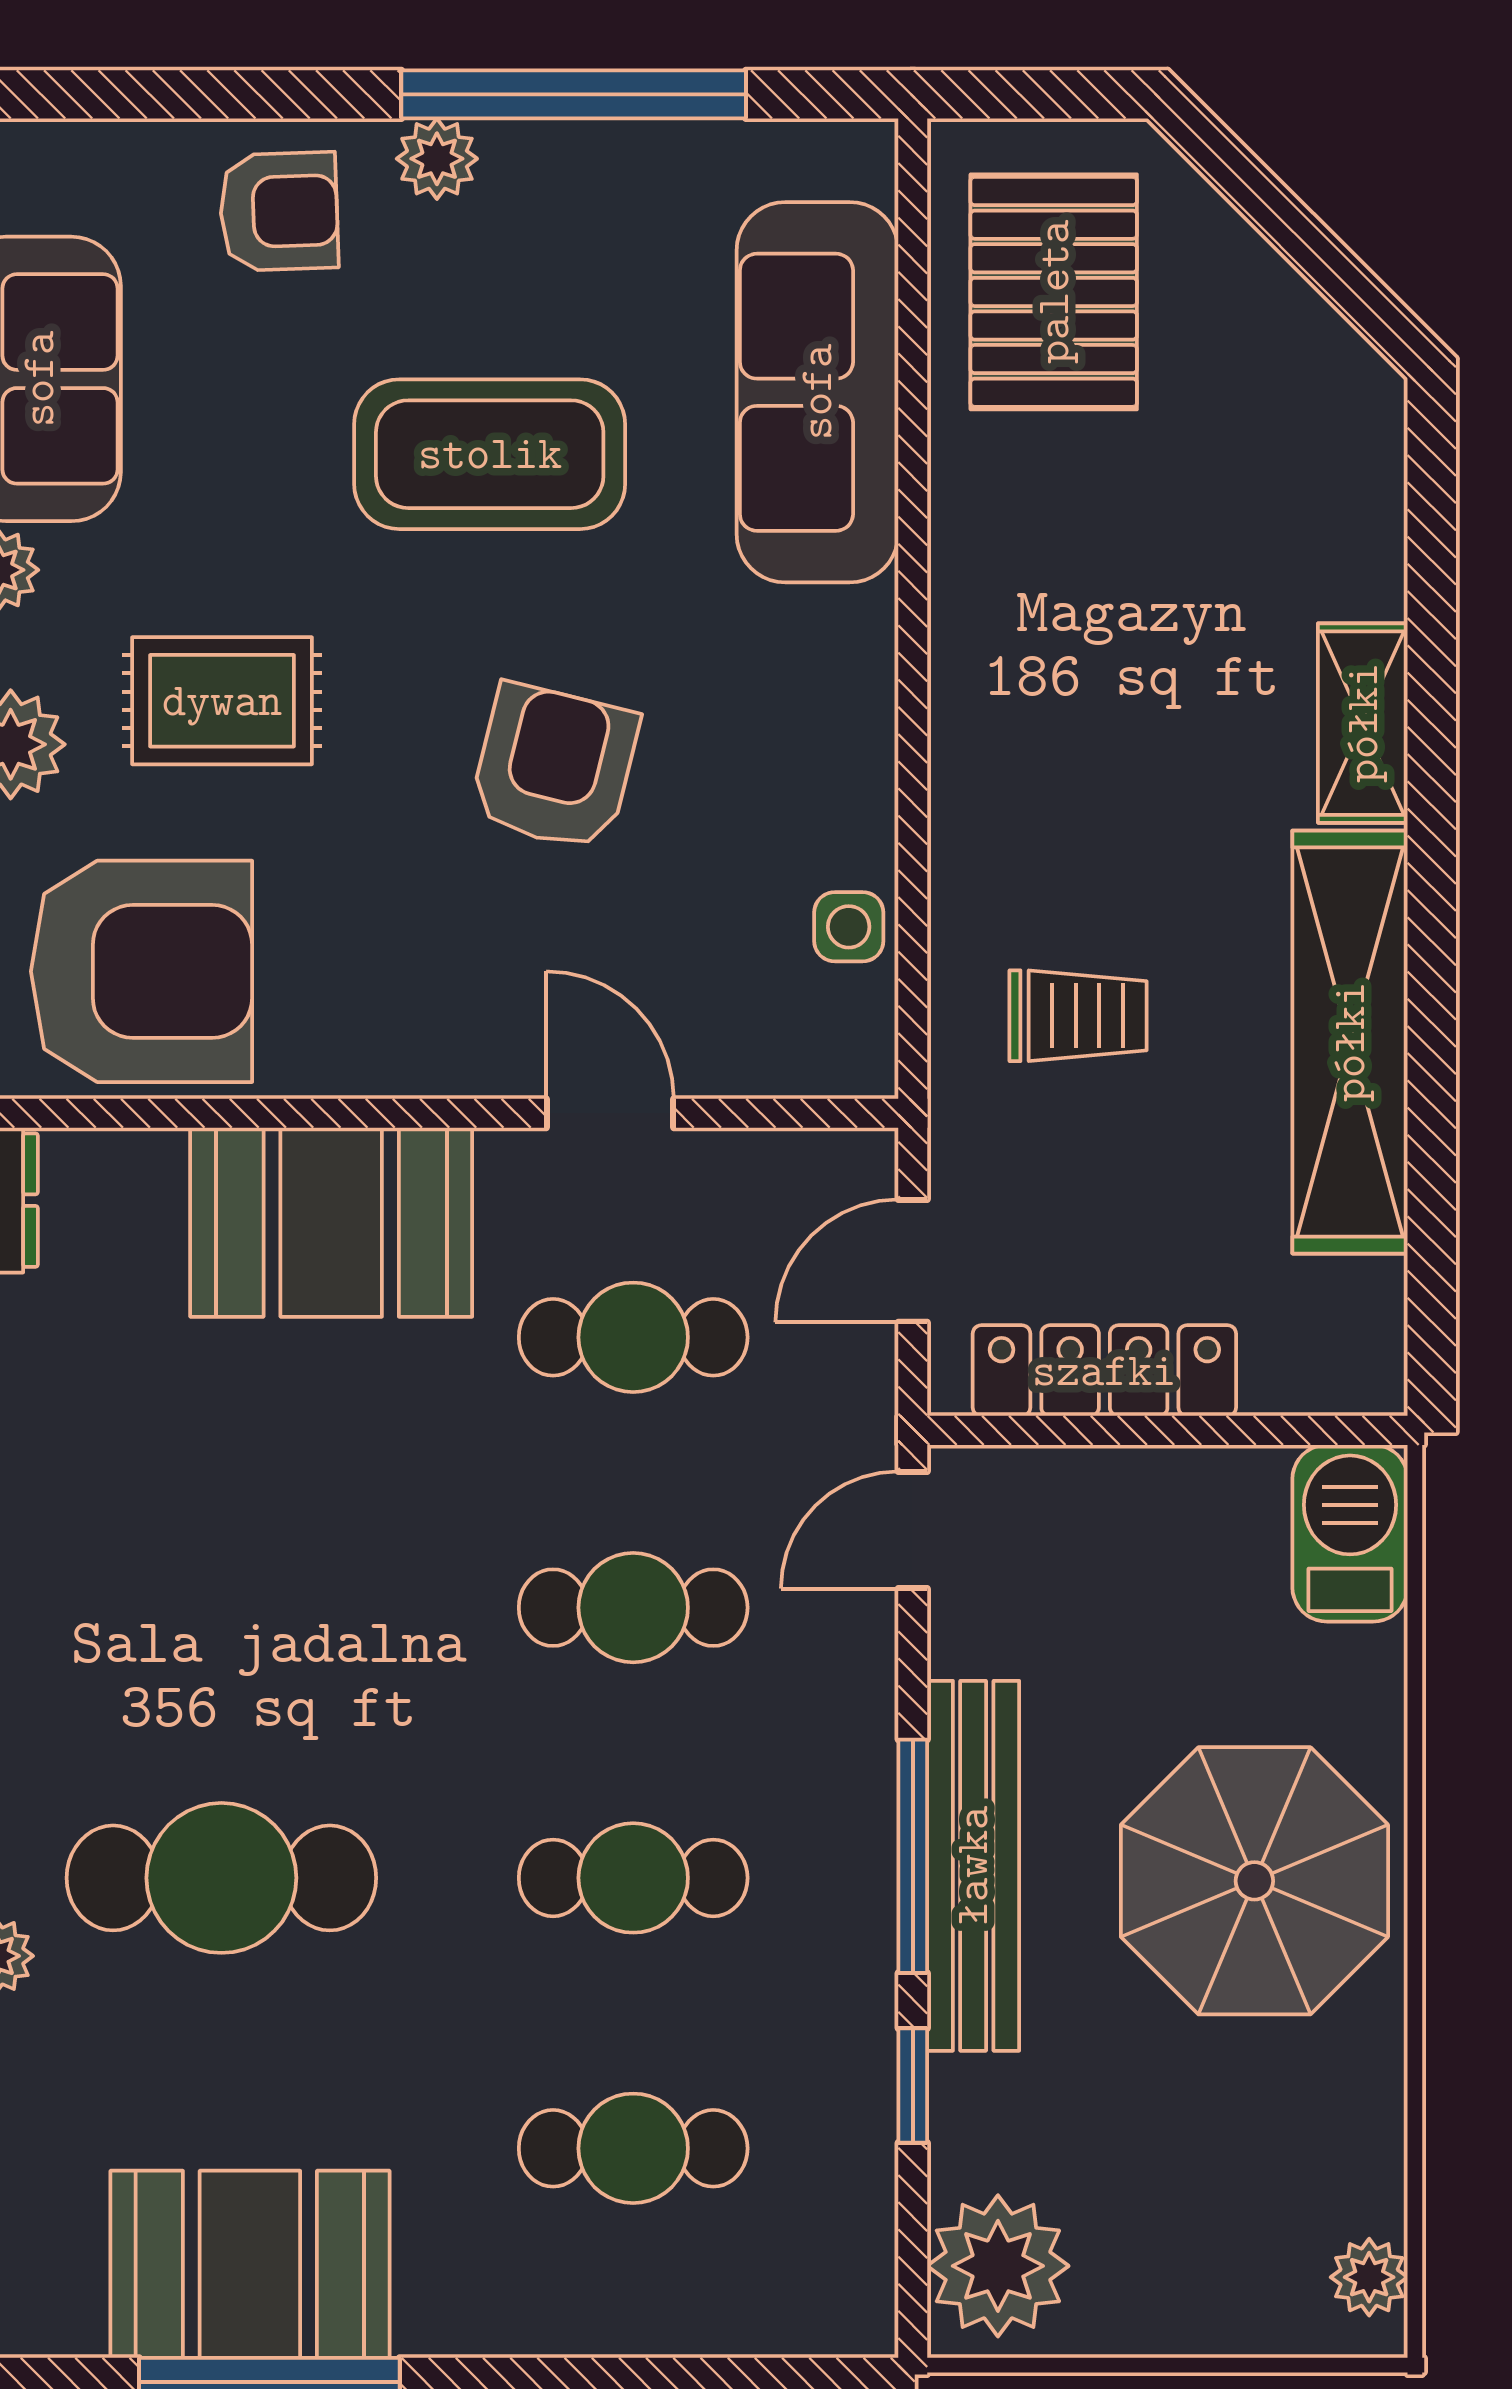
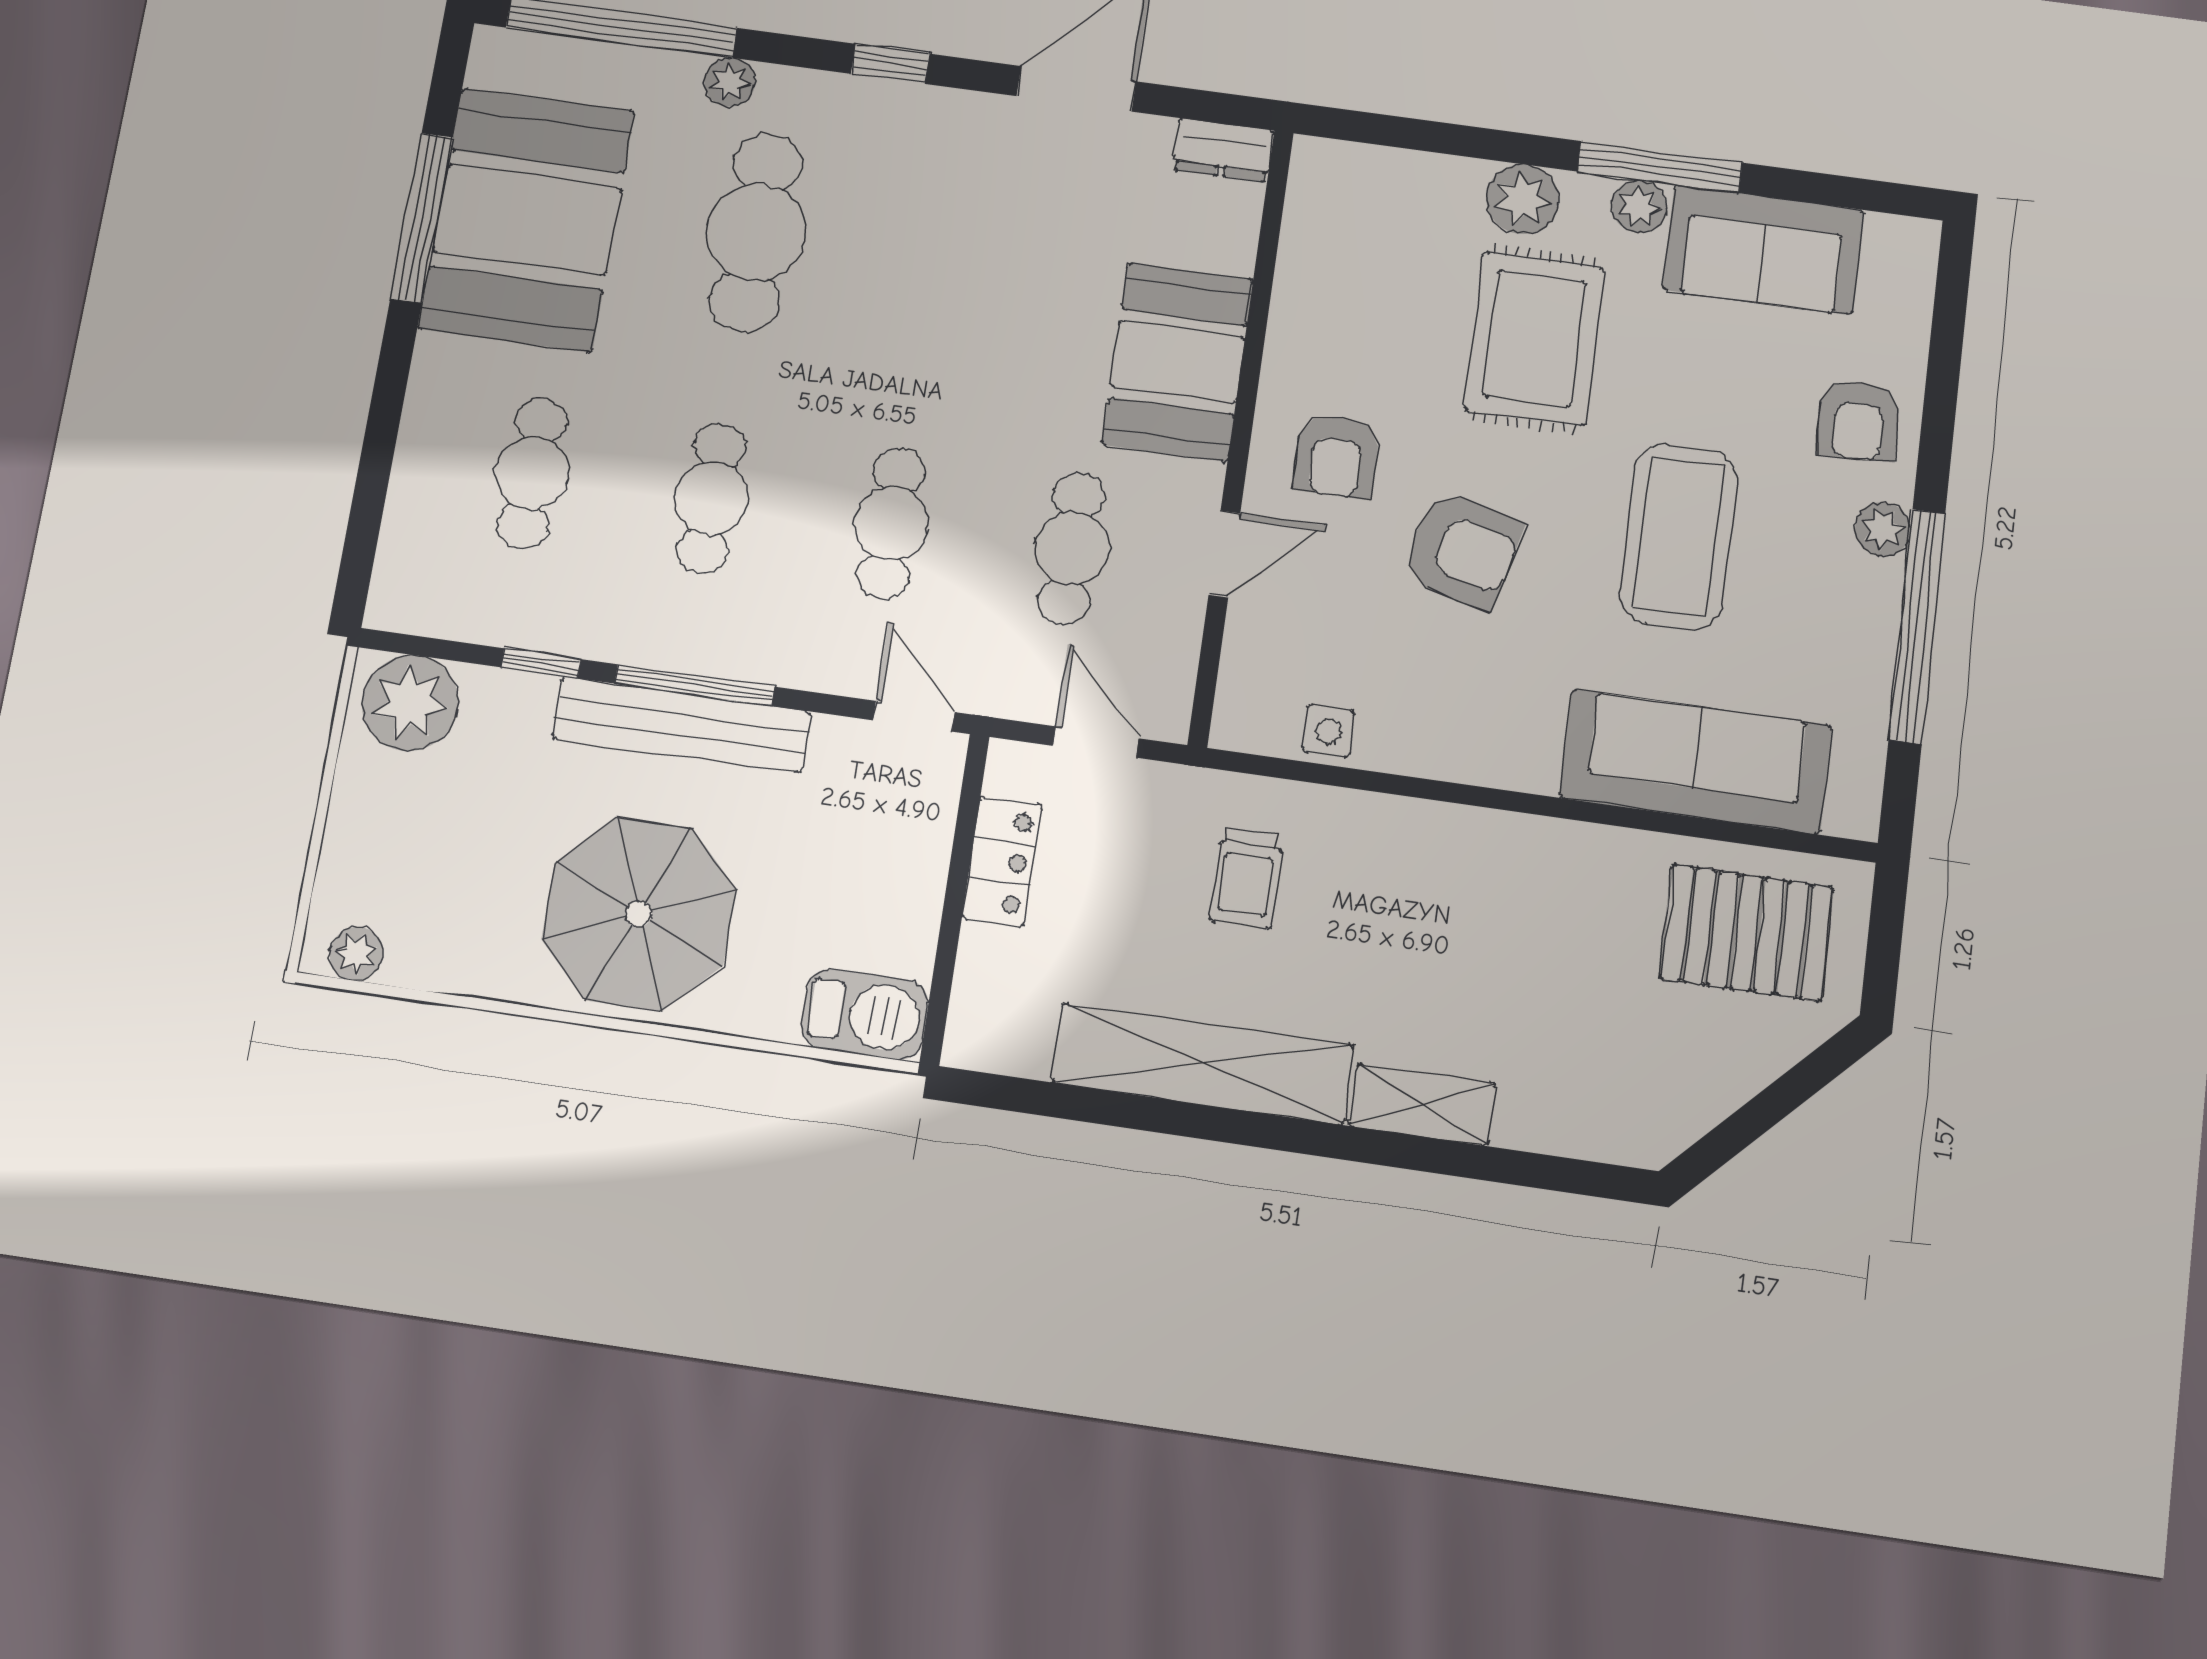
rug: (222, 701) -> (1534, 339), width x1.36, depth x1.43
armchair: (141, 971) -> (1336, 456), moved, width x0.53, depth x0.53
locker: (1104, 1371) -> (1002, 861), width x0.66
booth: (250, 2264) -> (526, 219), width x1.36, depth x1.42

